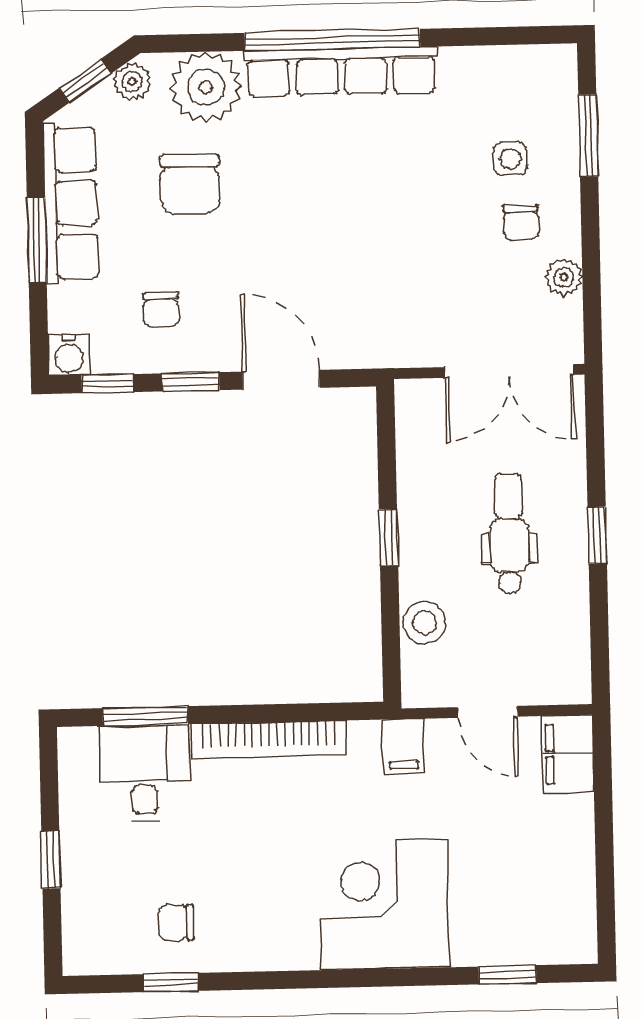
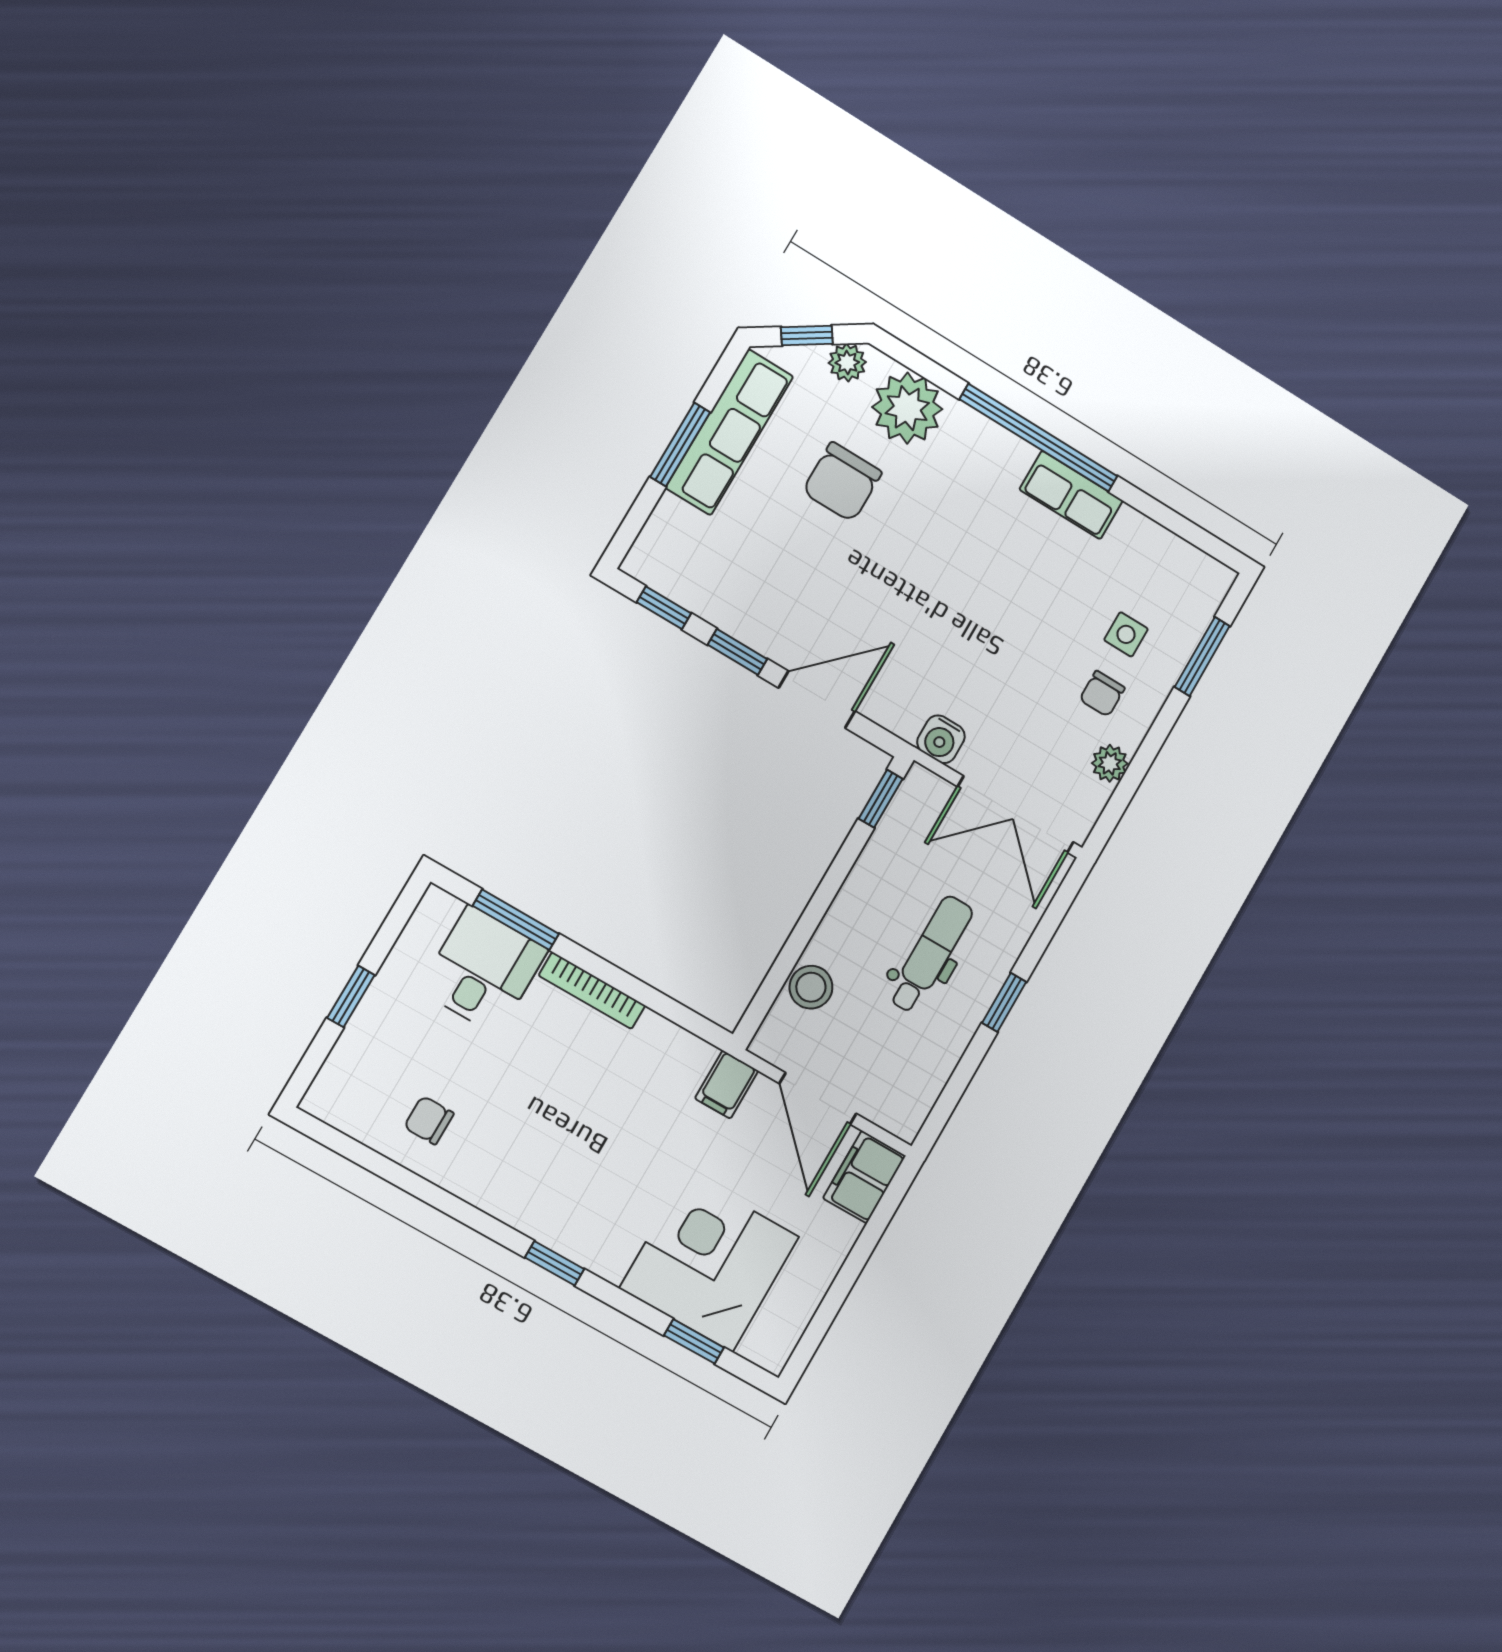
row of seats: (341, 72) -> (1071, 495), width x0.50
chair: (161, 310) -> (750, 573), removed
water cooler: (69, 355) -> (941, 739), moved
door: (281, 380) -> (817, 699), hinge flipped
window: (389, 537) -> (881, 799), moved
door: (488, 712) -> (818, 1099), width x1.38
bookcase: (269, 740) -> (592, 991), width x0.68, depth x0.76
corner desk: (384, 904) -> (709, 1263), moved
window: (171, 982) -> (555, 1263), moved

